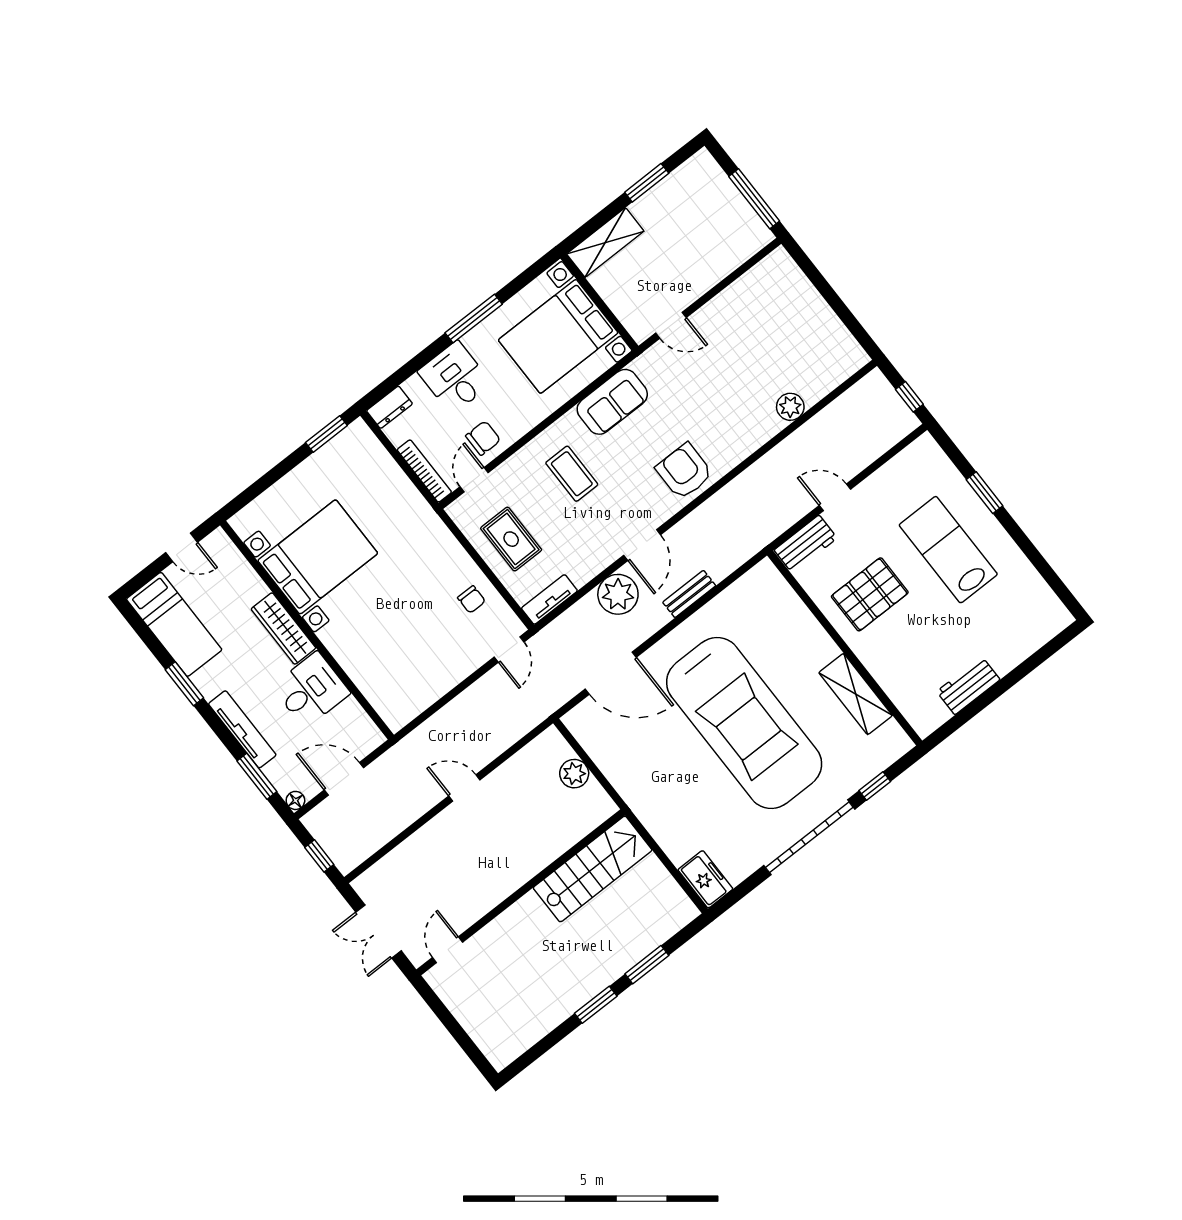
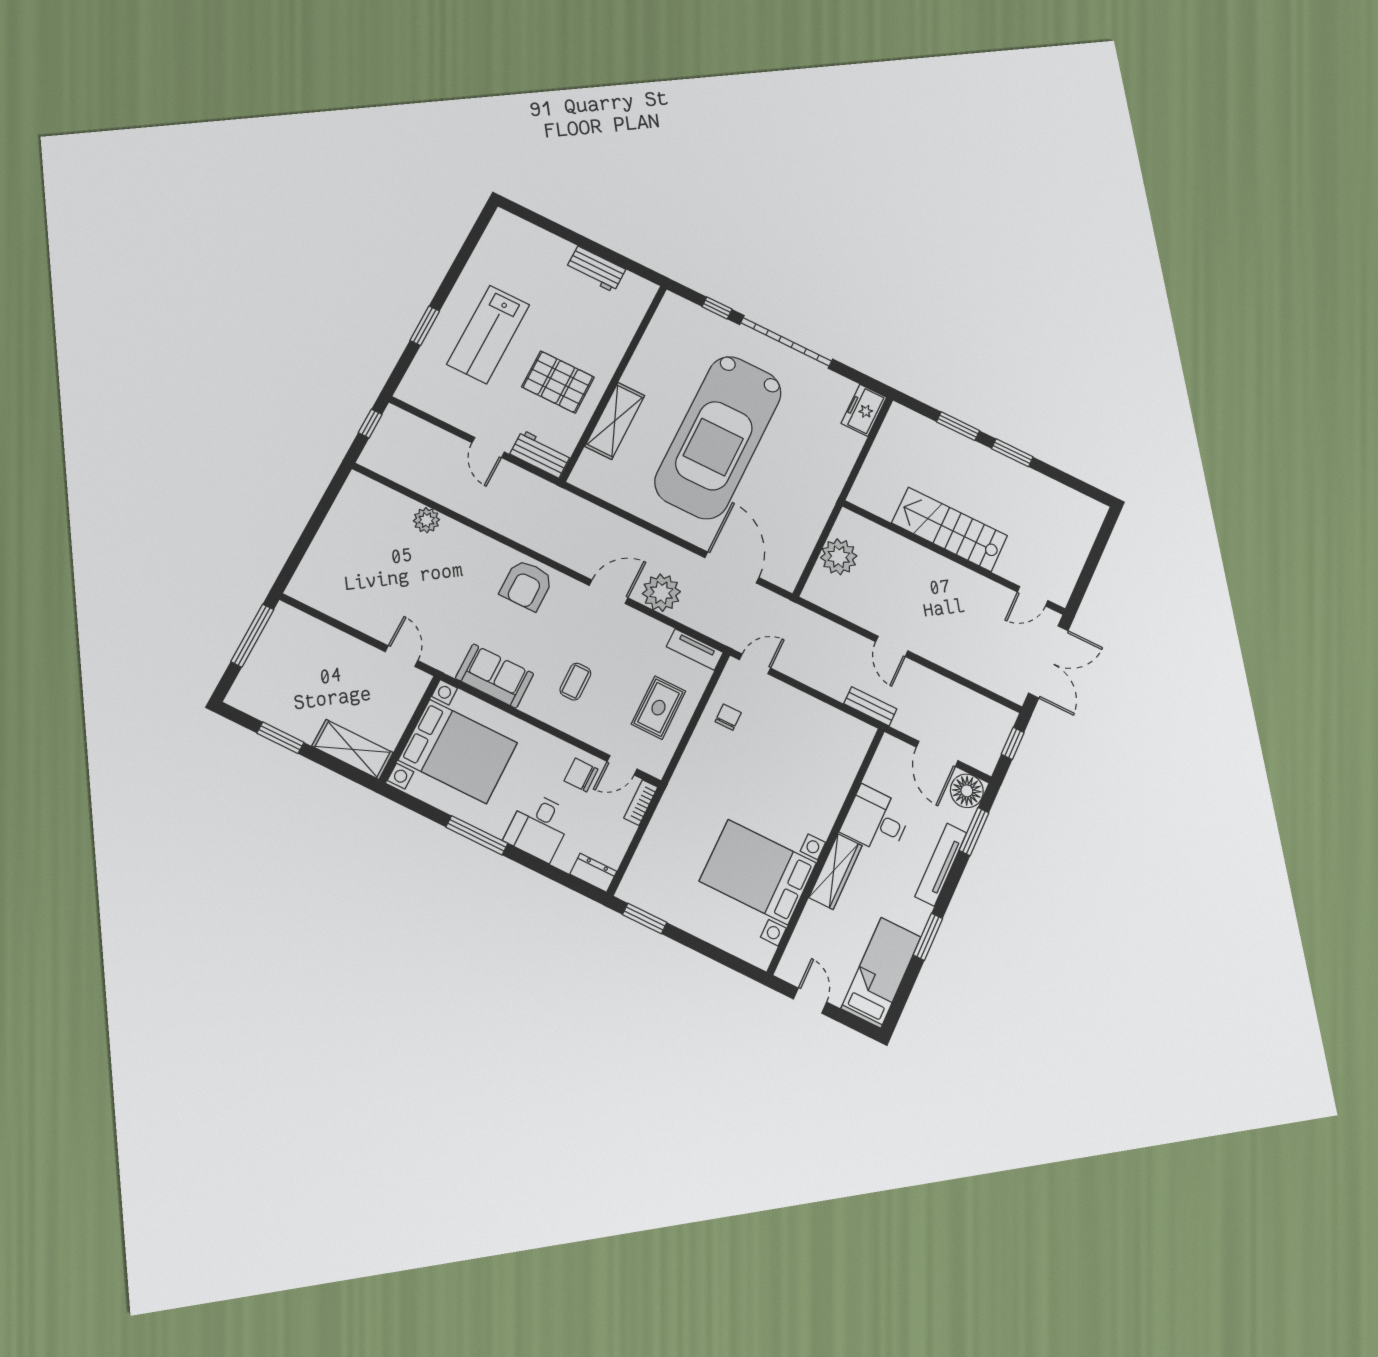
bookcase: (424, 471) -> (641, 803), width x0.64
coffee table: (572, 474) -> (575, 682), width x0.73, depth x0.77
bench: (689, 594) -> (870, 706), moved
shelving: (856, 694) -> (615, 421), moved
car: (744, 723) -> (718, 437), turned 180
plant: (574, 774) -> (839, 557), width x1.36, depth x1.36
floor lamp: (295, 800) -> (967, 791), width x1.89, depth x1.89
stairs: (593, 869) -> (950, 529), moved
double door: (378, 931) -> (1048, 662), width x1.37

